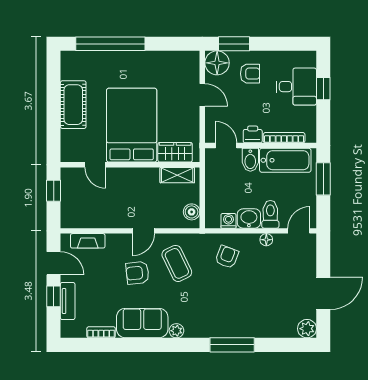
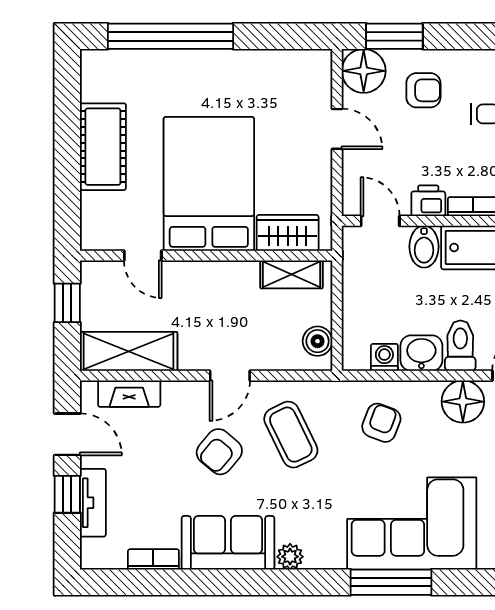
shelving: (87, 218) -> (129, 351), added
floor lamp: (266, 240) -> (463, 402), width x1.89, depth x1.89
armchair: (137, 273) -> (219, 452), turned -44
corner sofa: (244, 312) -> (412, 524), added

